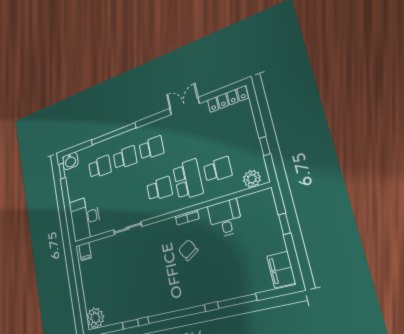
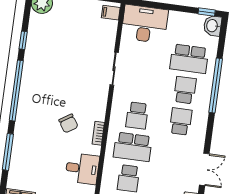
school desk: (151, 148) -> (181, 121), turned 180
school desk: (125, 158) -> (185, 90), turned 180
school desk: (100, 167) -> (189, 59), width x1.85
chair: (188, 250) -> (68, 123), turned 87

